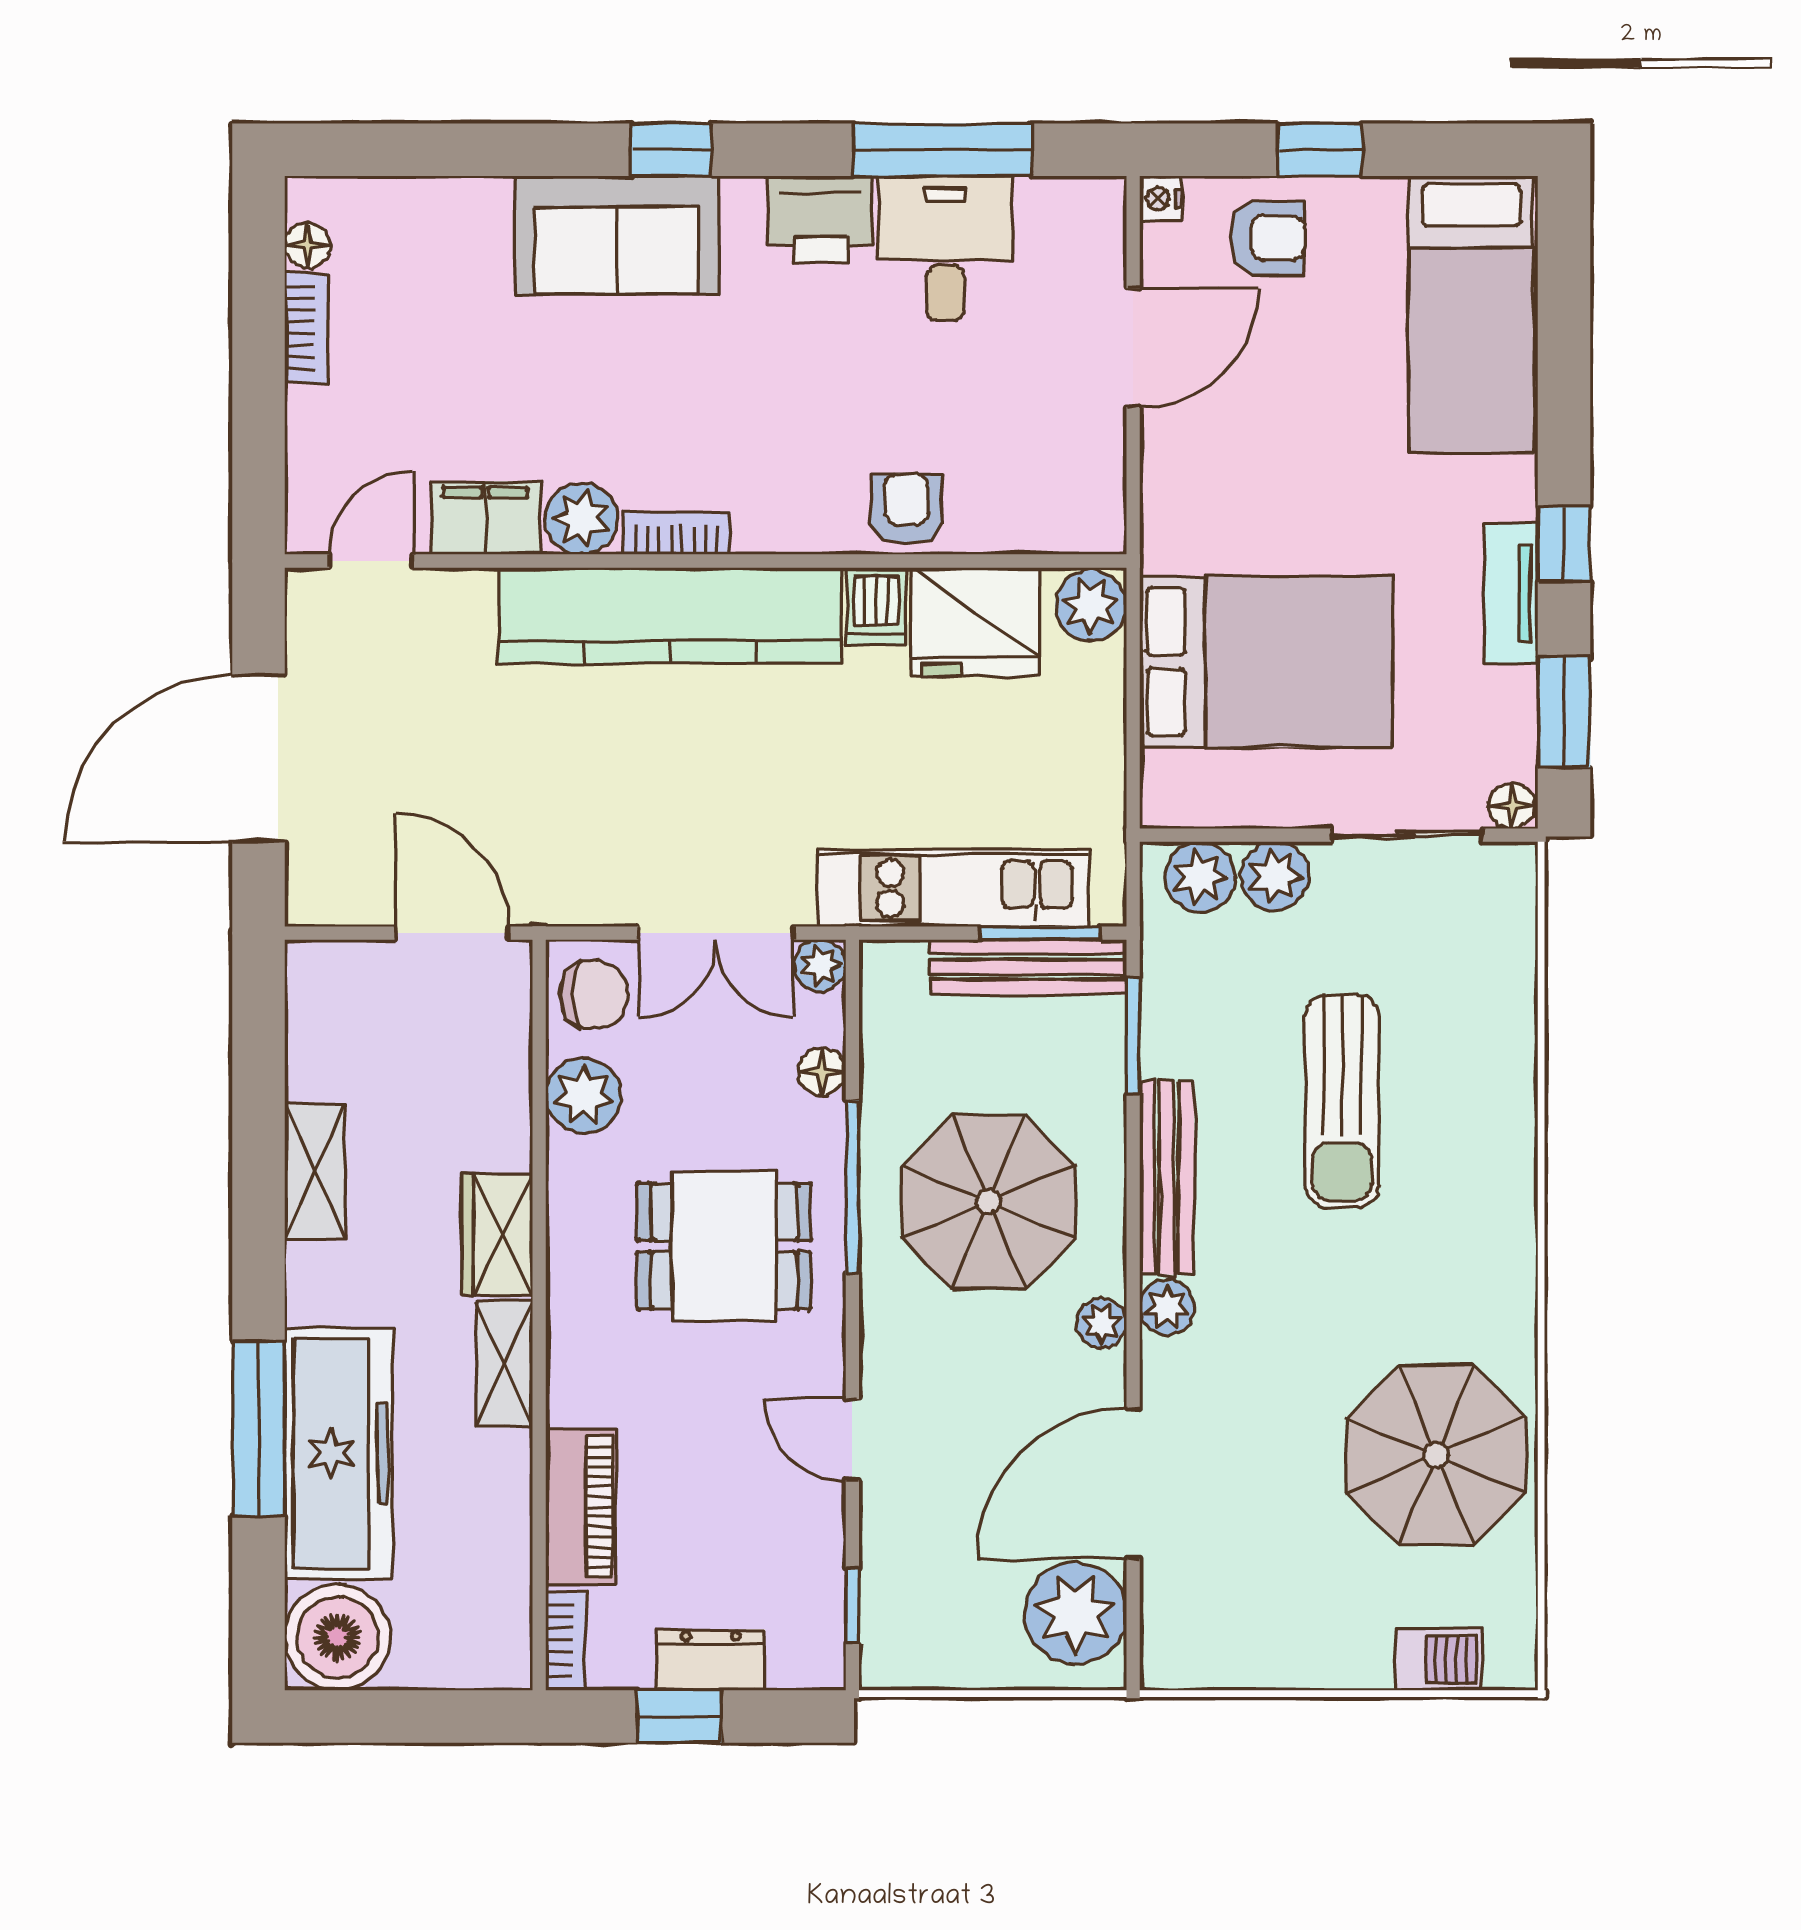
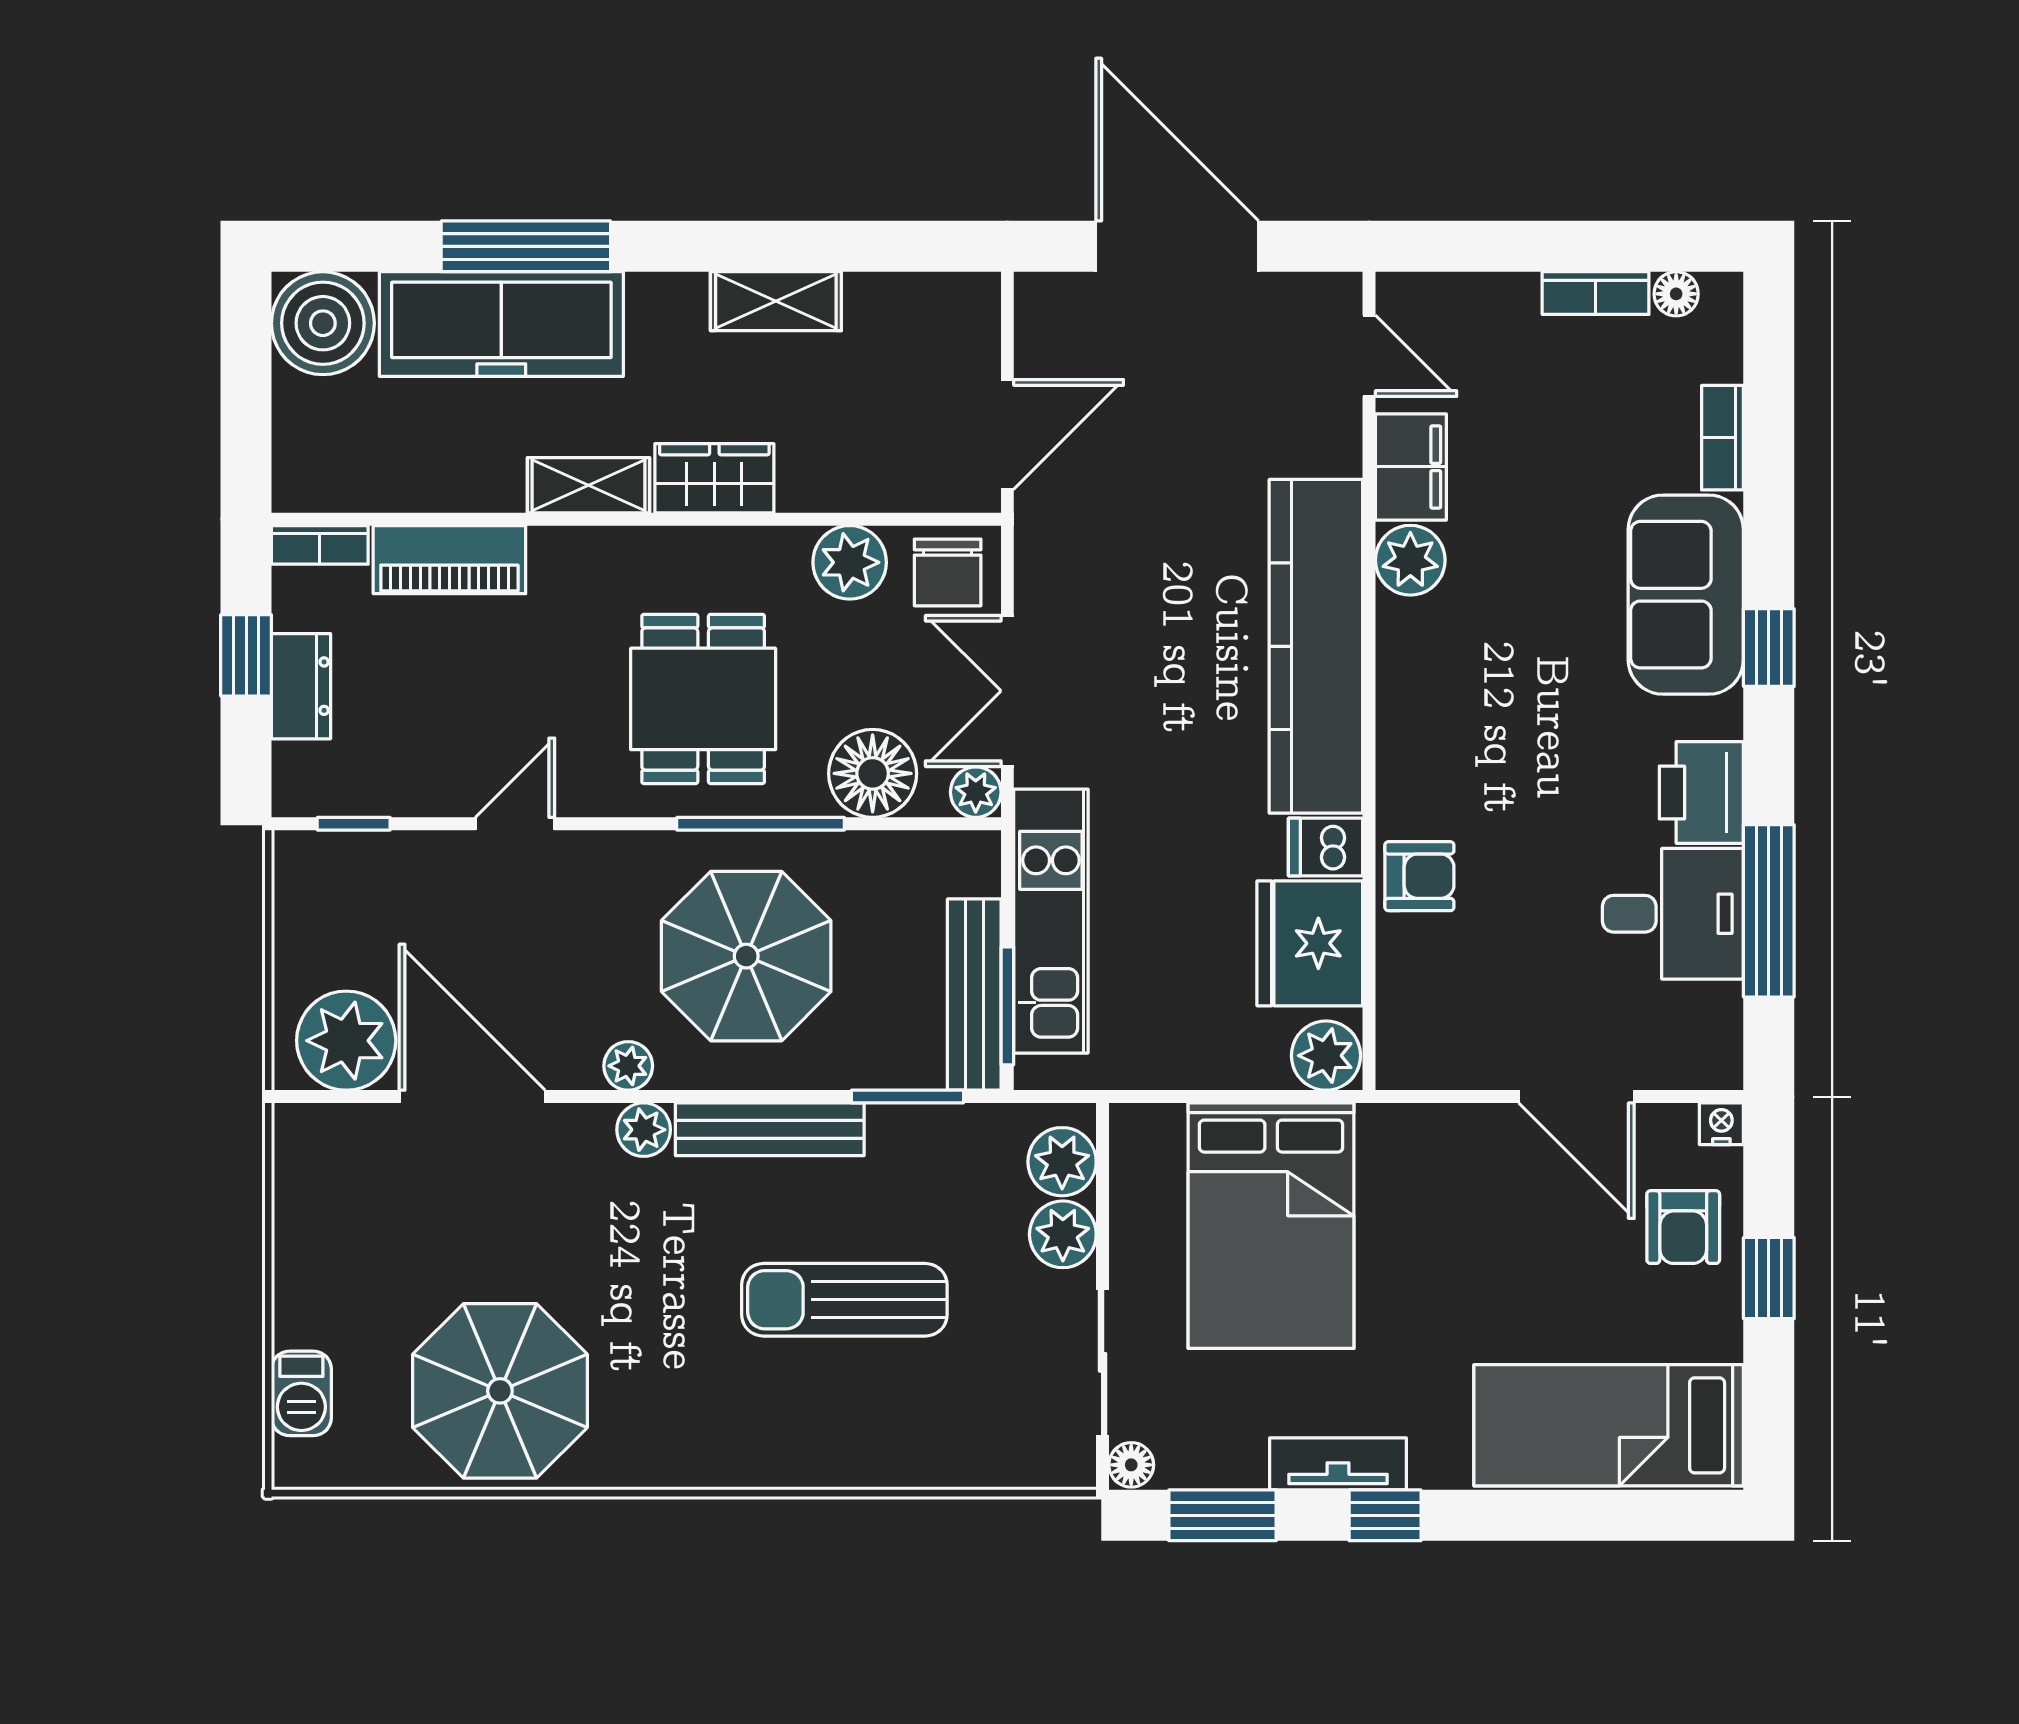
bookcase: (676, 533) -> (1722, 438), moved, turned 180
floor lamp: (822, 1072) -> (873, 773), width x1.89, depth x1.89

